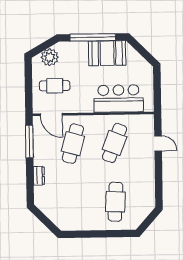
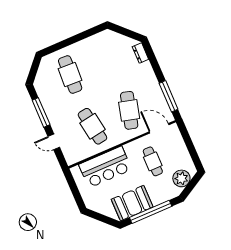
cafe table: (55, 86) -> (153, 161), moved, turned 90
cafe table: (115, 143) -> (92, 126), turned -30
dresser: (39, 176) -> (140, 53), moved
window: (159, 177) -> (41, 112), added

